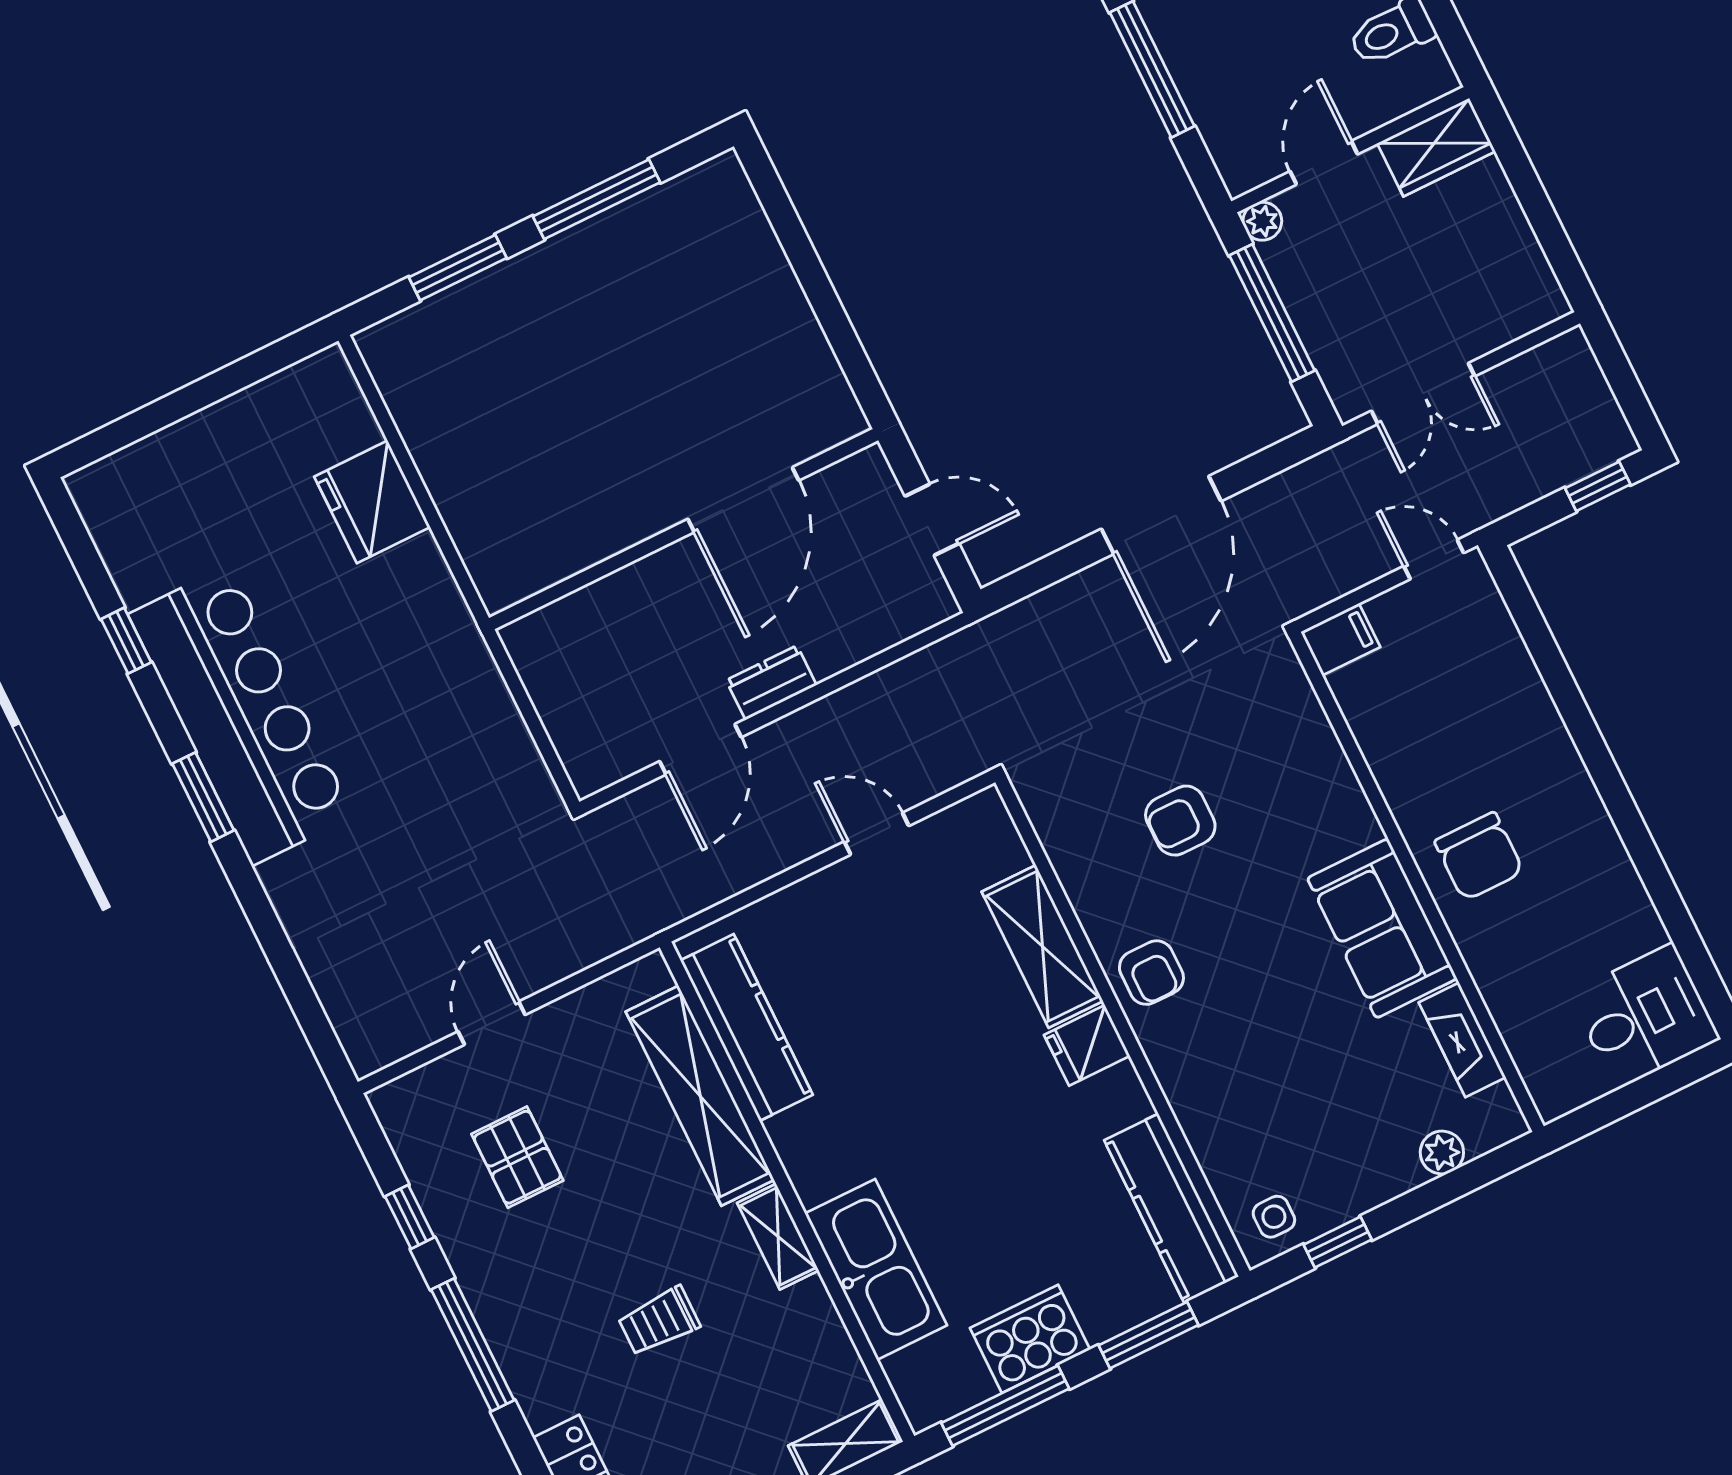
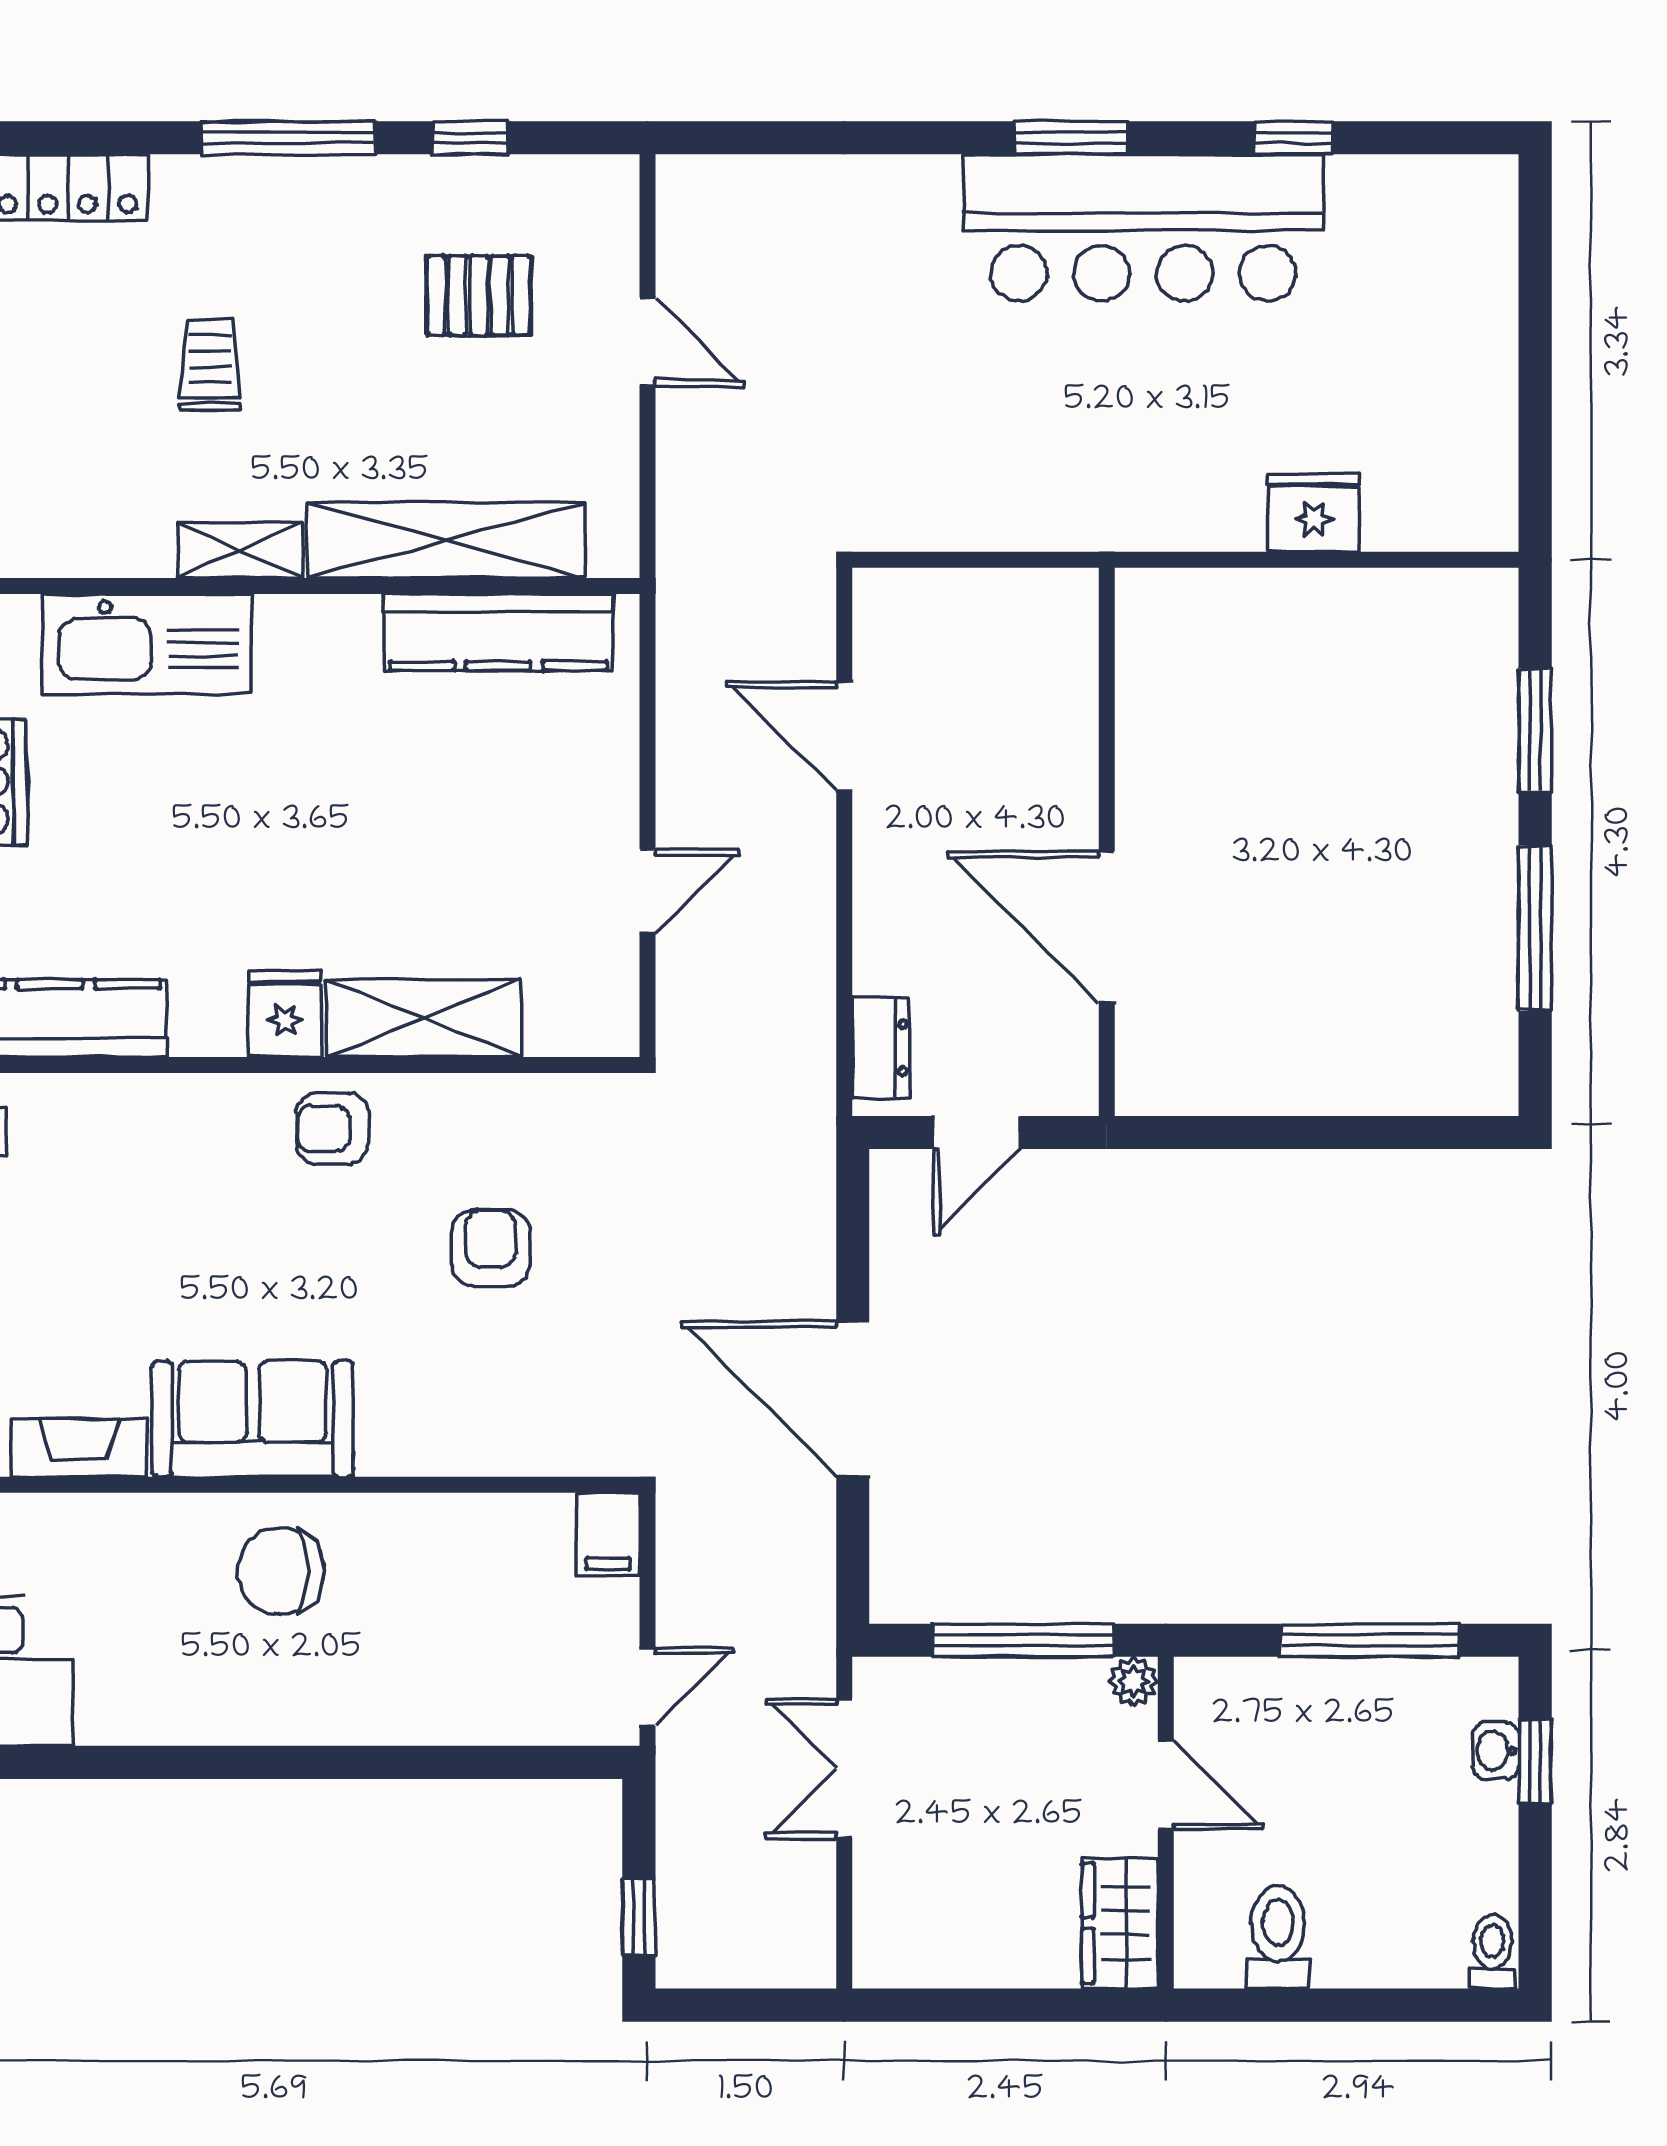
fridge: (372, 502) -> (1314, 513), width x0.73, depth x0.75
dresser: (771, 683) -> (881, 1048), moved

